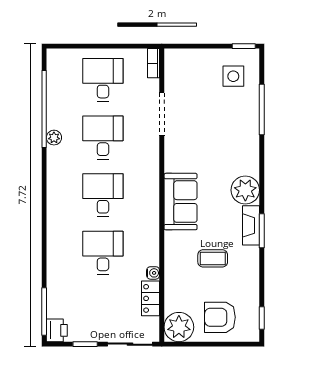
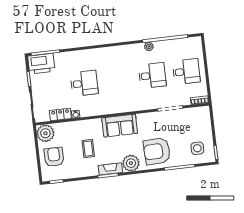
armchair: (230, 144) -> (157, 151), added
desk: (103, 195) -> (118, 79), removed
printer: (57, 330) -> (41, 64), width x1.87, depth x1.48

